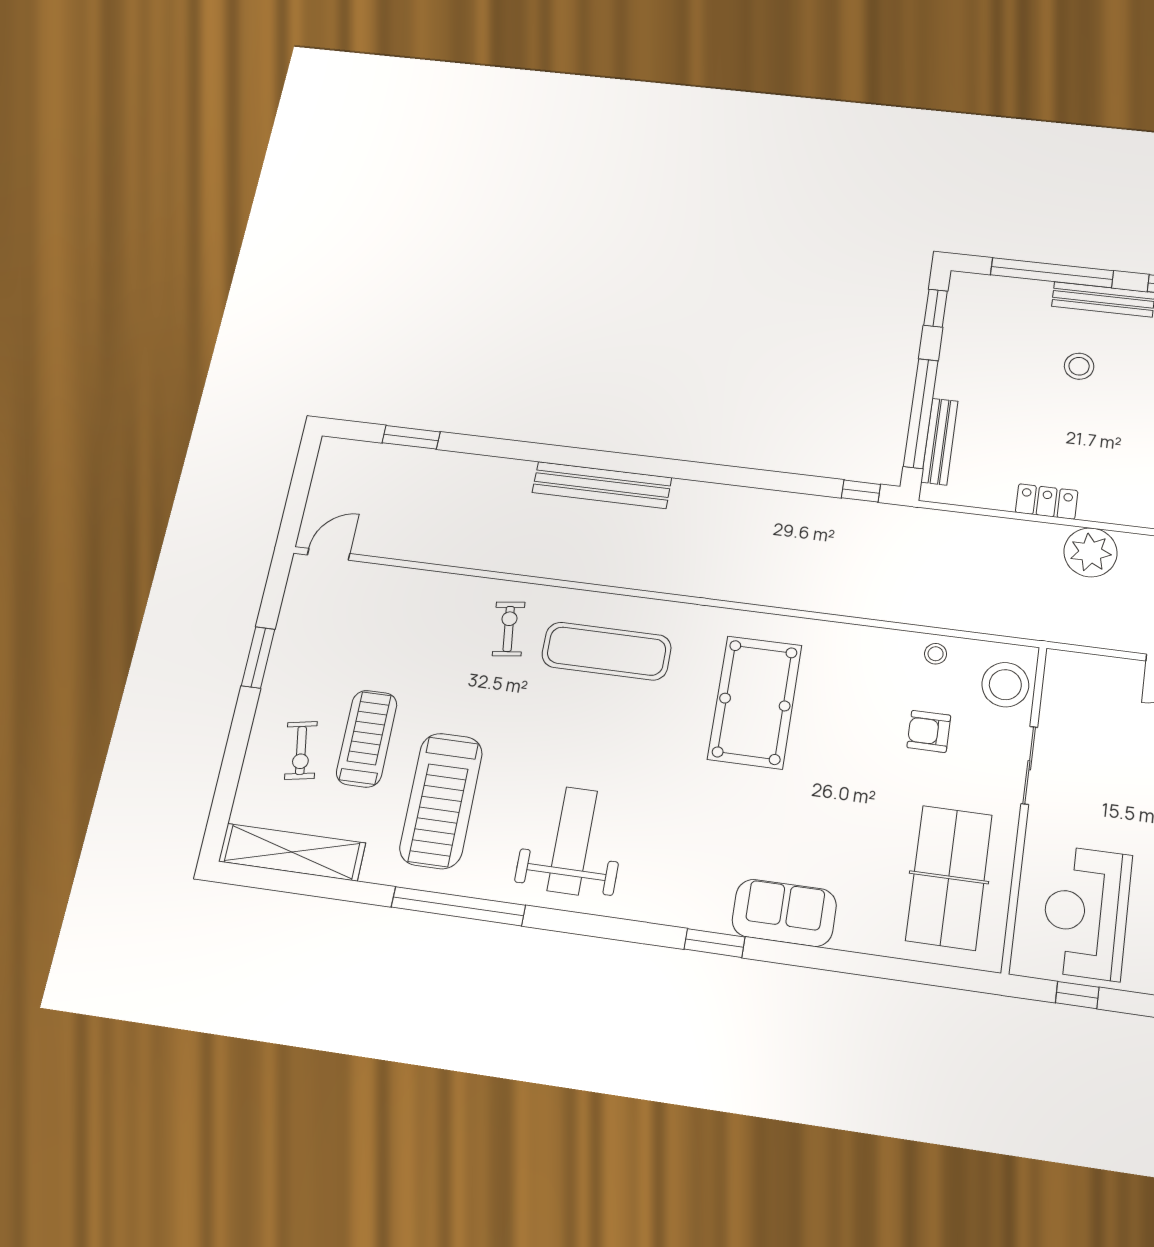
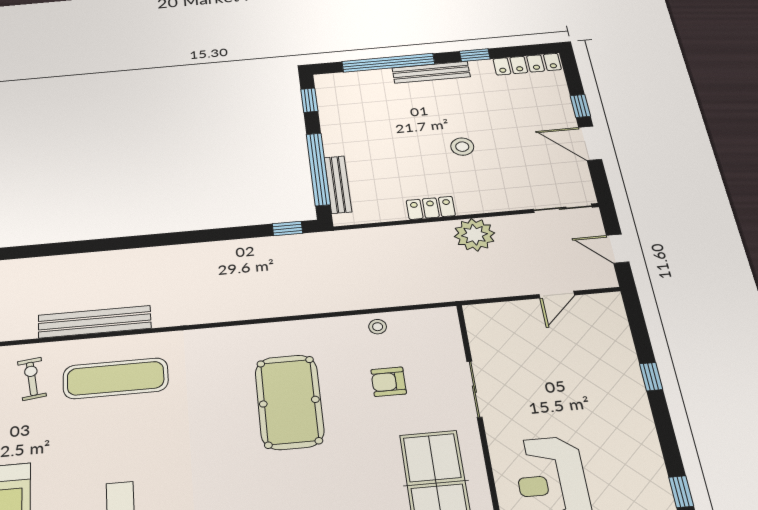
stool: (1079, 366) -> (462, 147), moved
bench: (602, 485) -> (95, 322), moved
stool: (1005, 685) -> (438, 337), removed
pool table: (755, 702) -> (289, 402), moved

